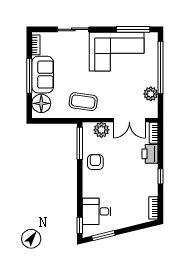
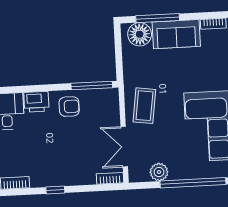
window: (29, 76) -> (158, 18), moved
coffee table: (83, 102) -> (144, 106), moved
plant: (101, 130) -> (110, 112), removed
printer: (150, 154) -> (36, 102), moved, turned 180

